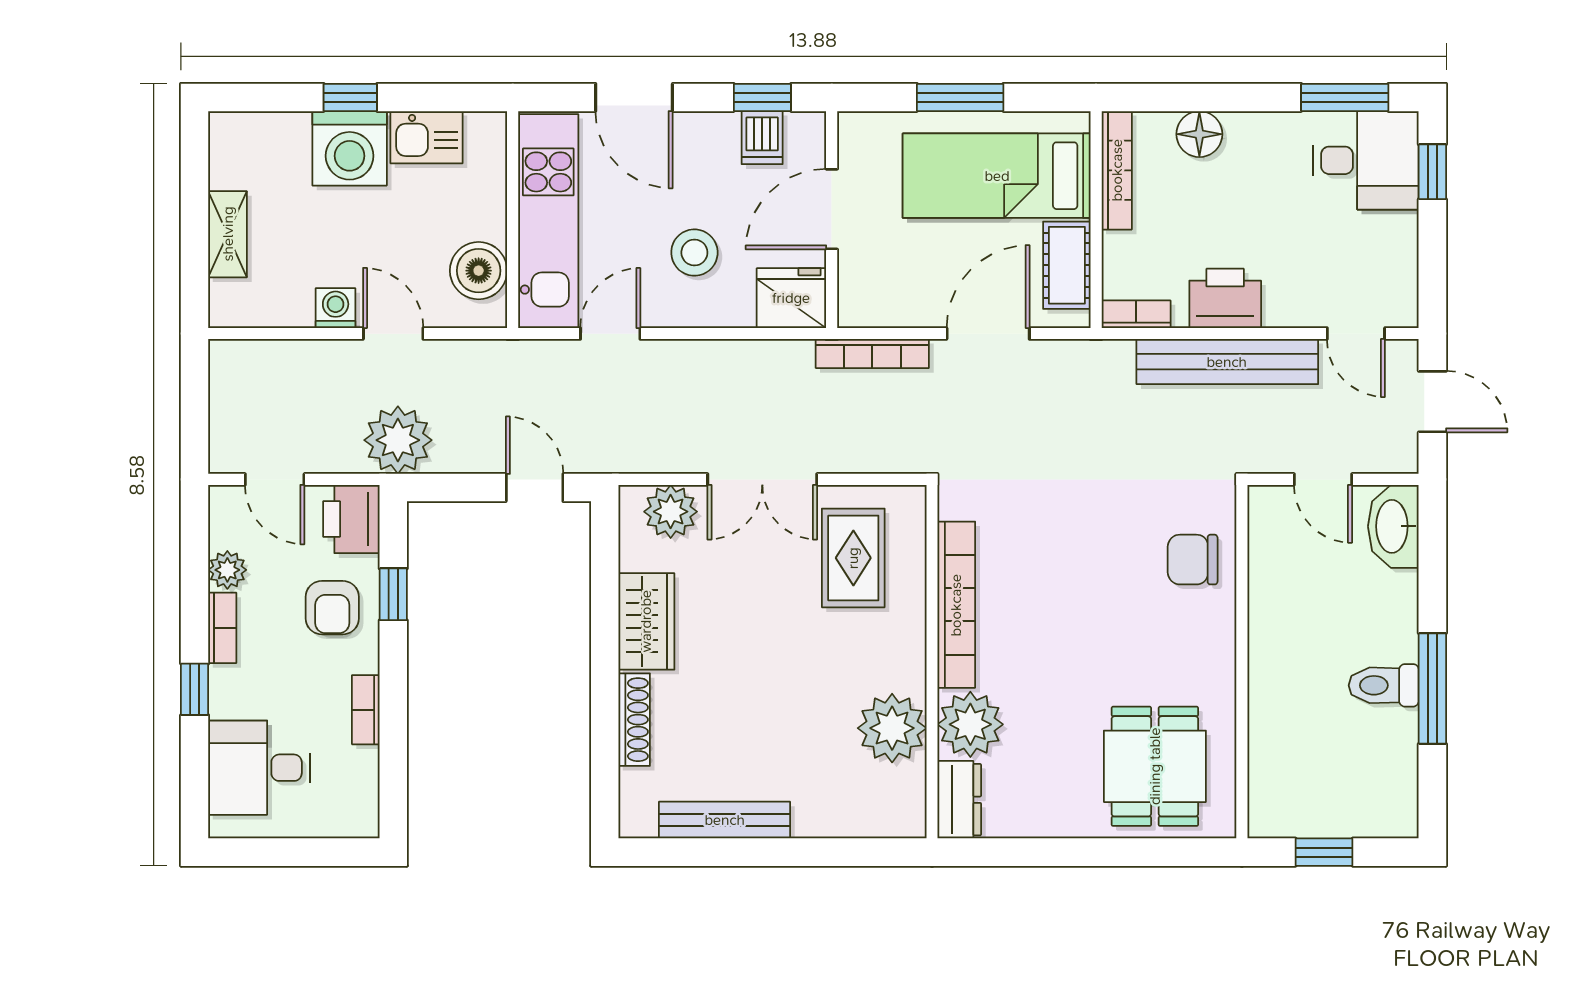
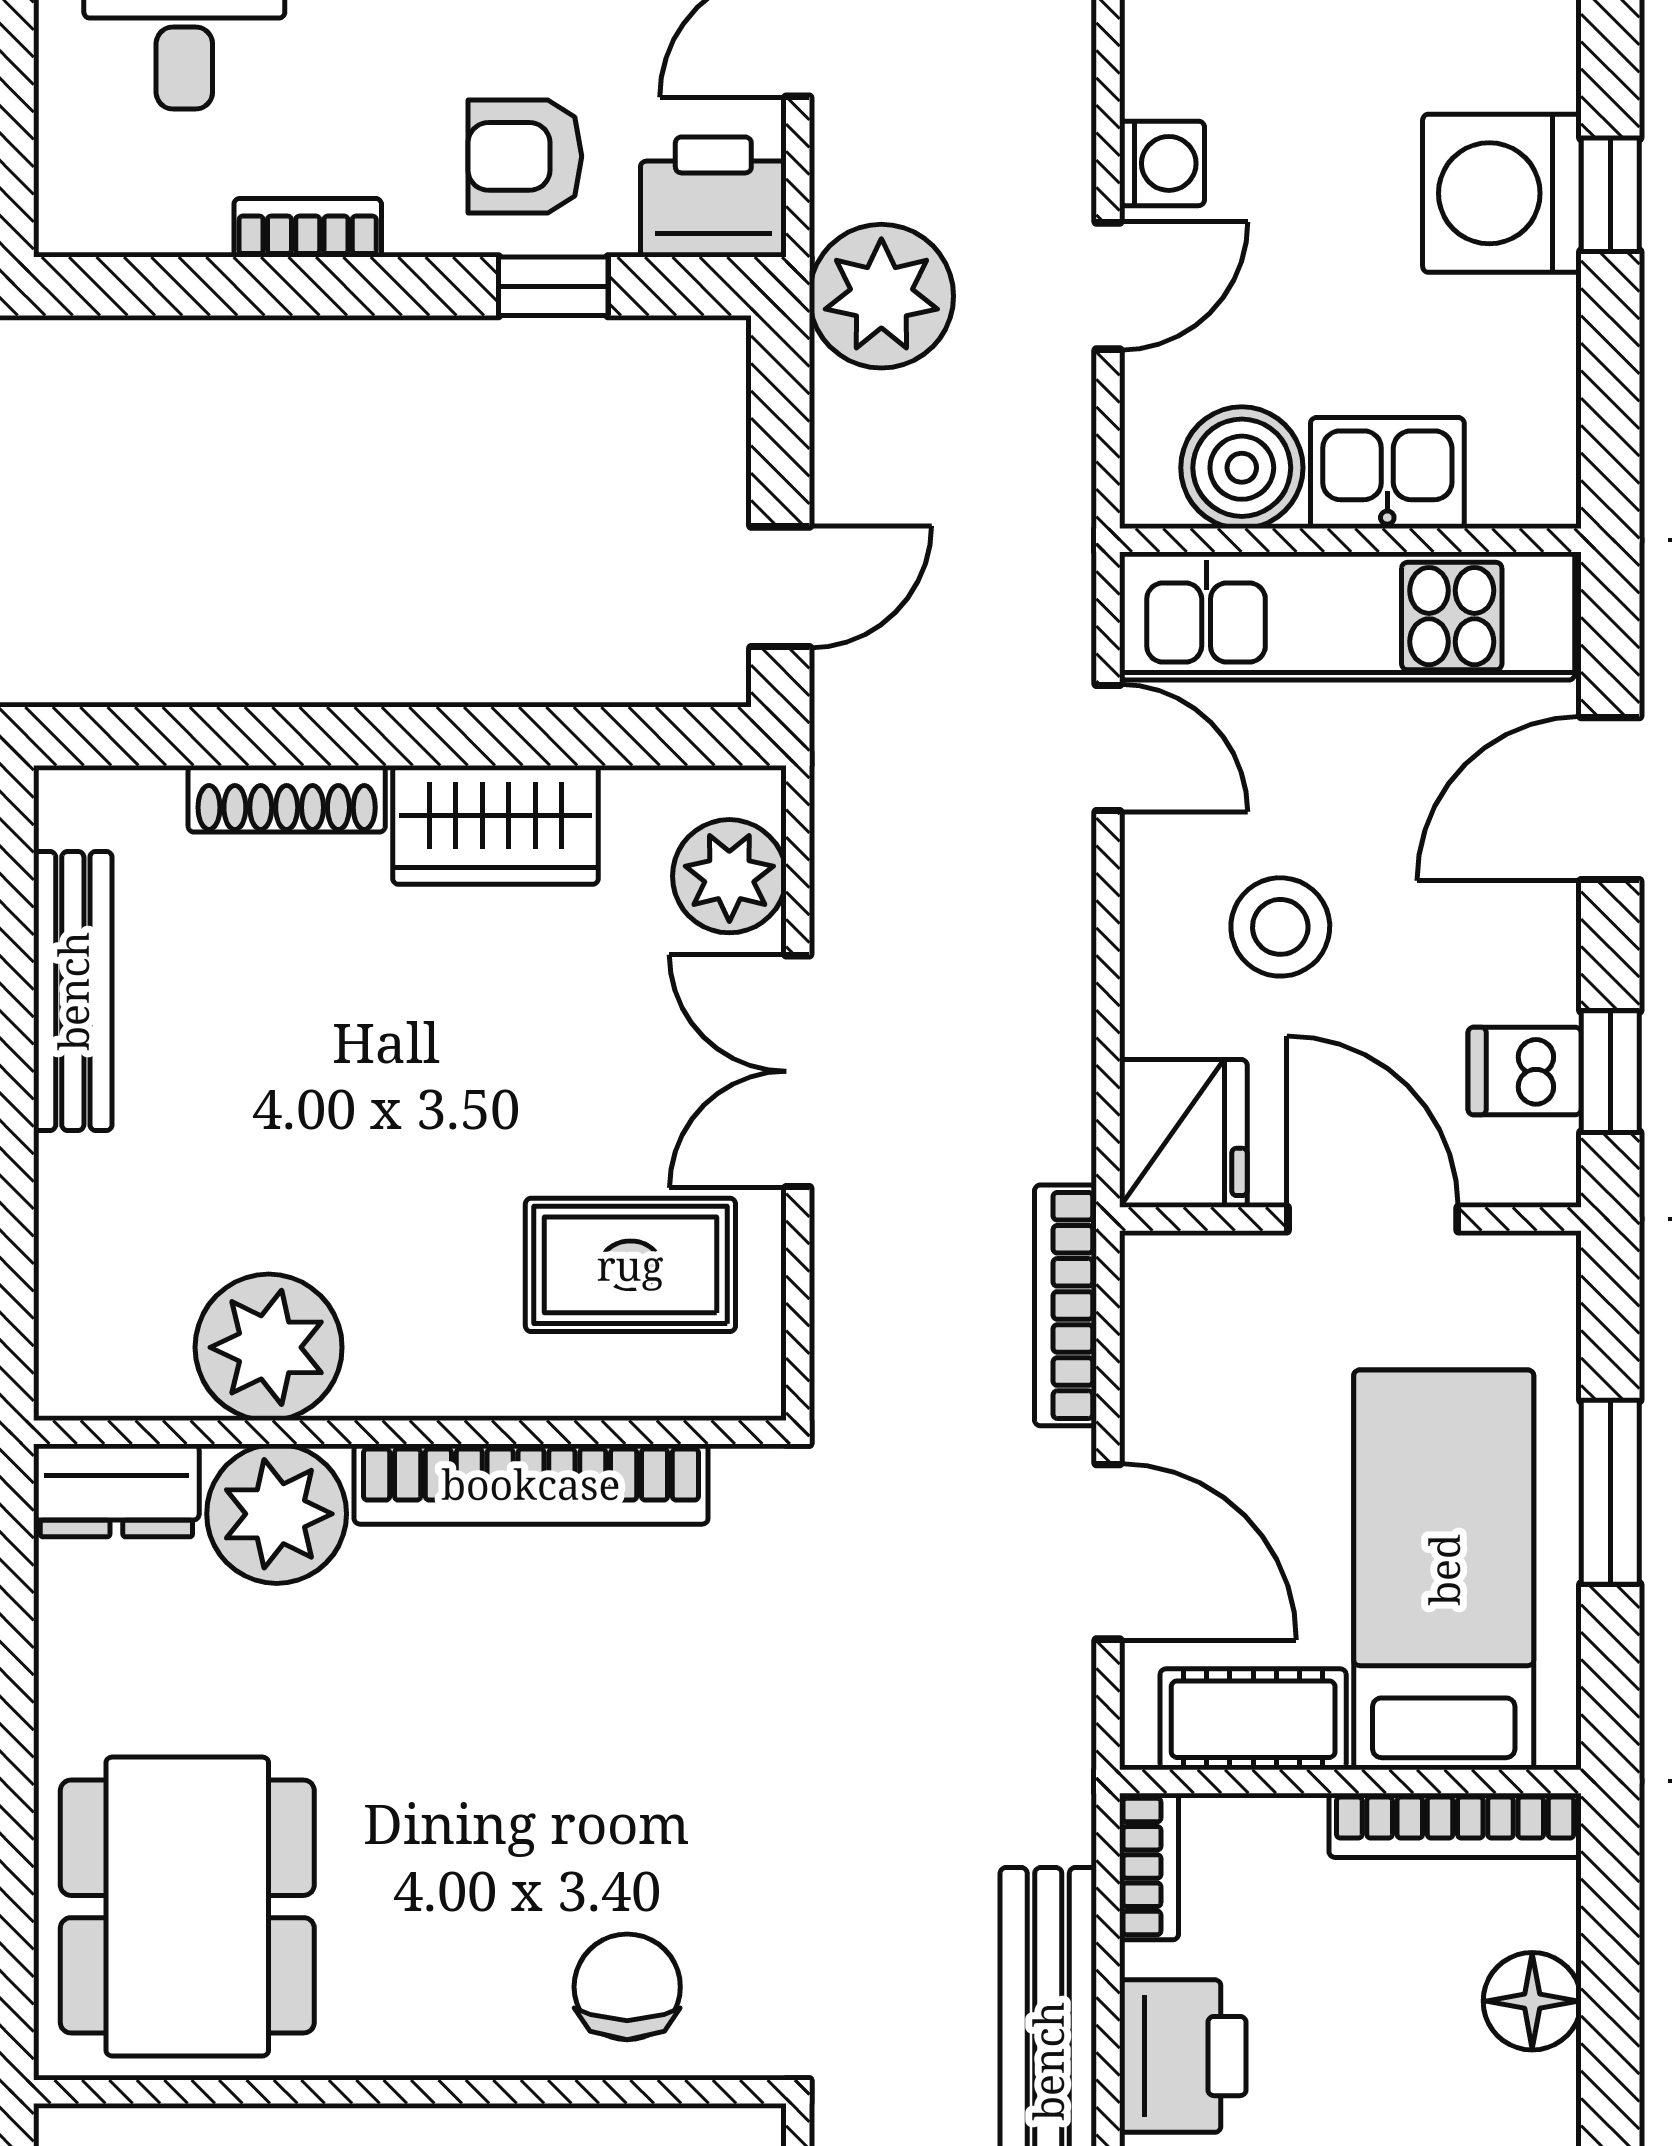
kitchen sink: (427, 137) -> (1387, 473), moved, turned 90
dining table: (1155, 766) -> (187, 1907), width x1.38

